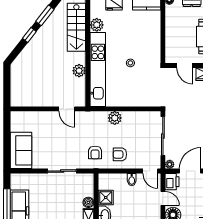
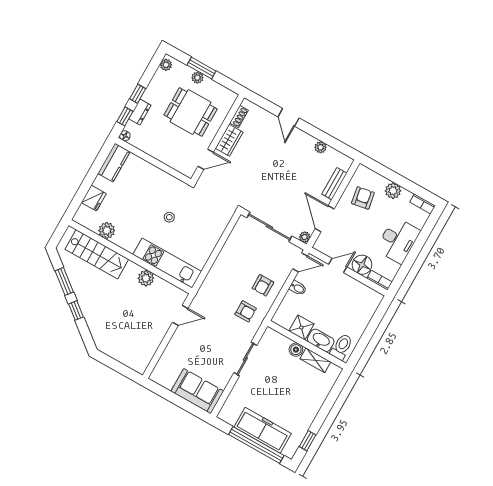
kitchen unit: (98, 69) -> (167, 263), width x0.73
plant: (115, 118) -> (220, 268), removed
printer: (172, 182) -> (325, 245), removed

